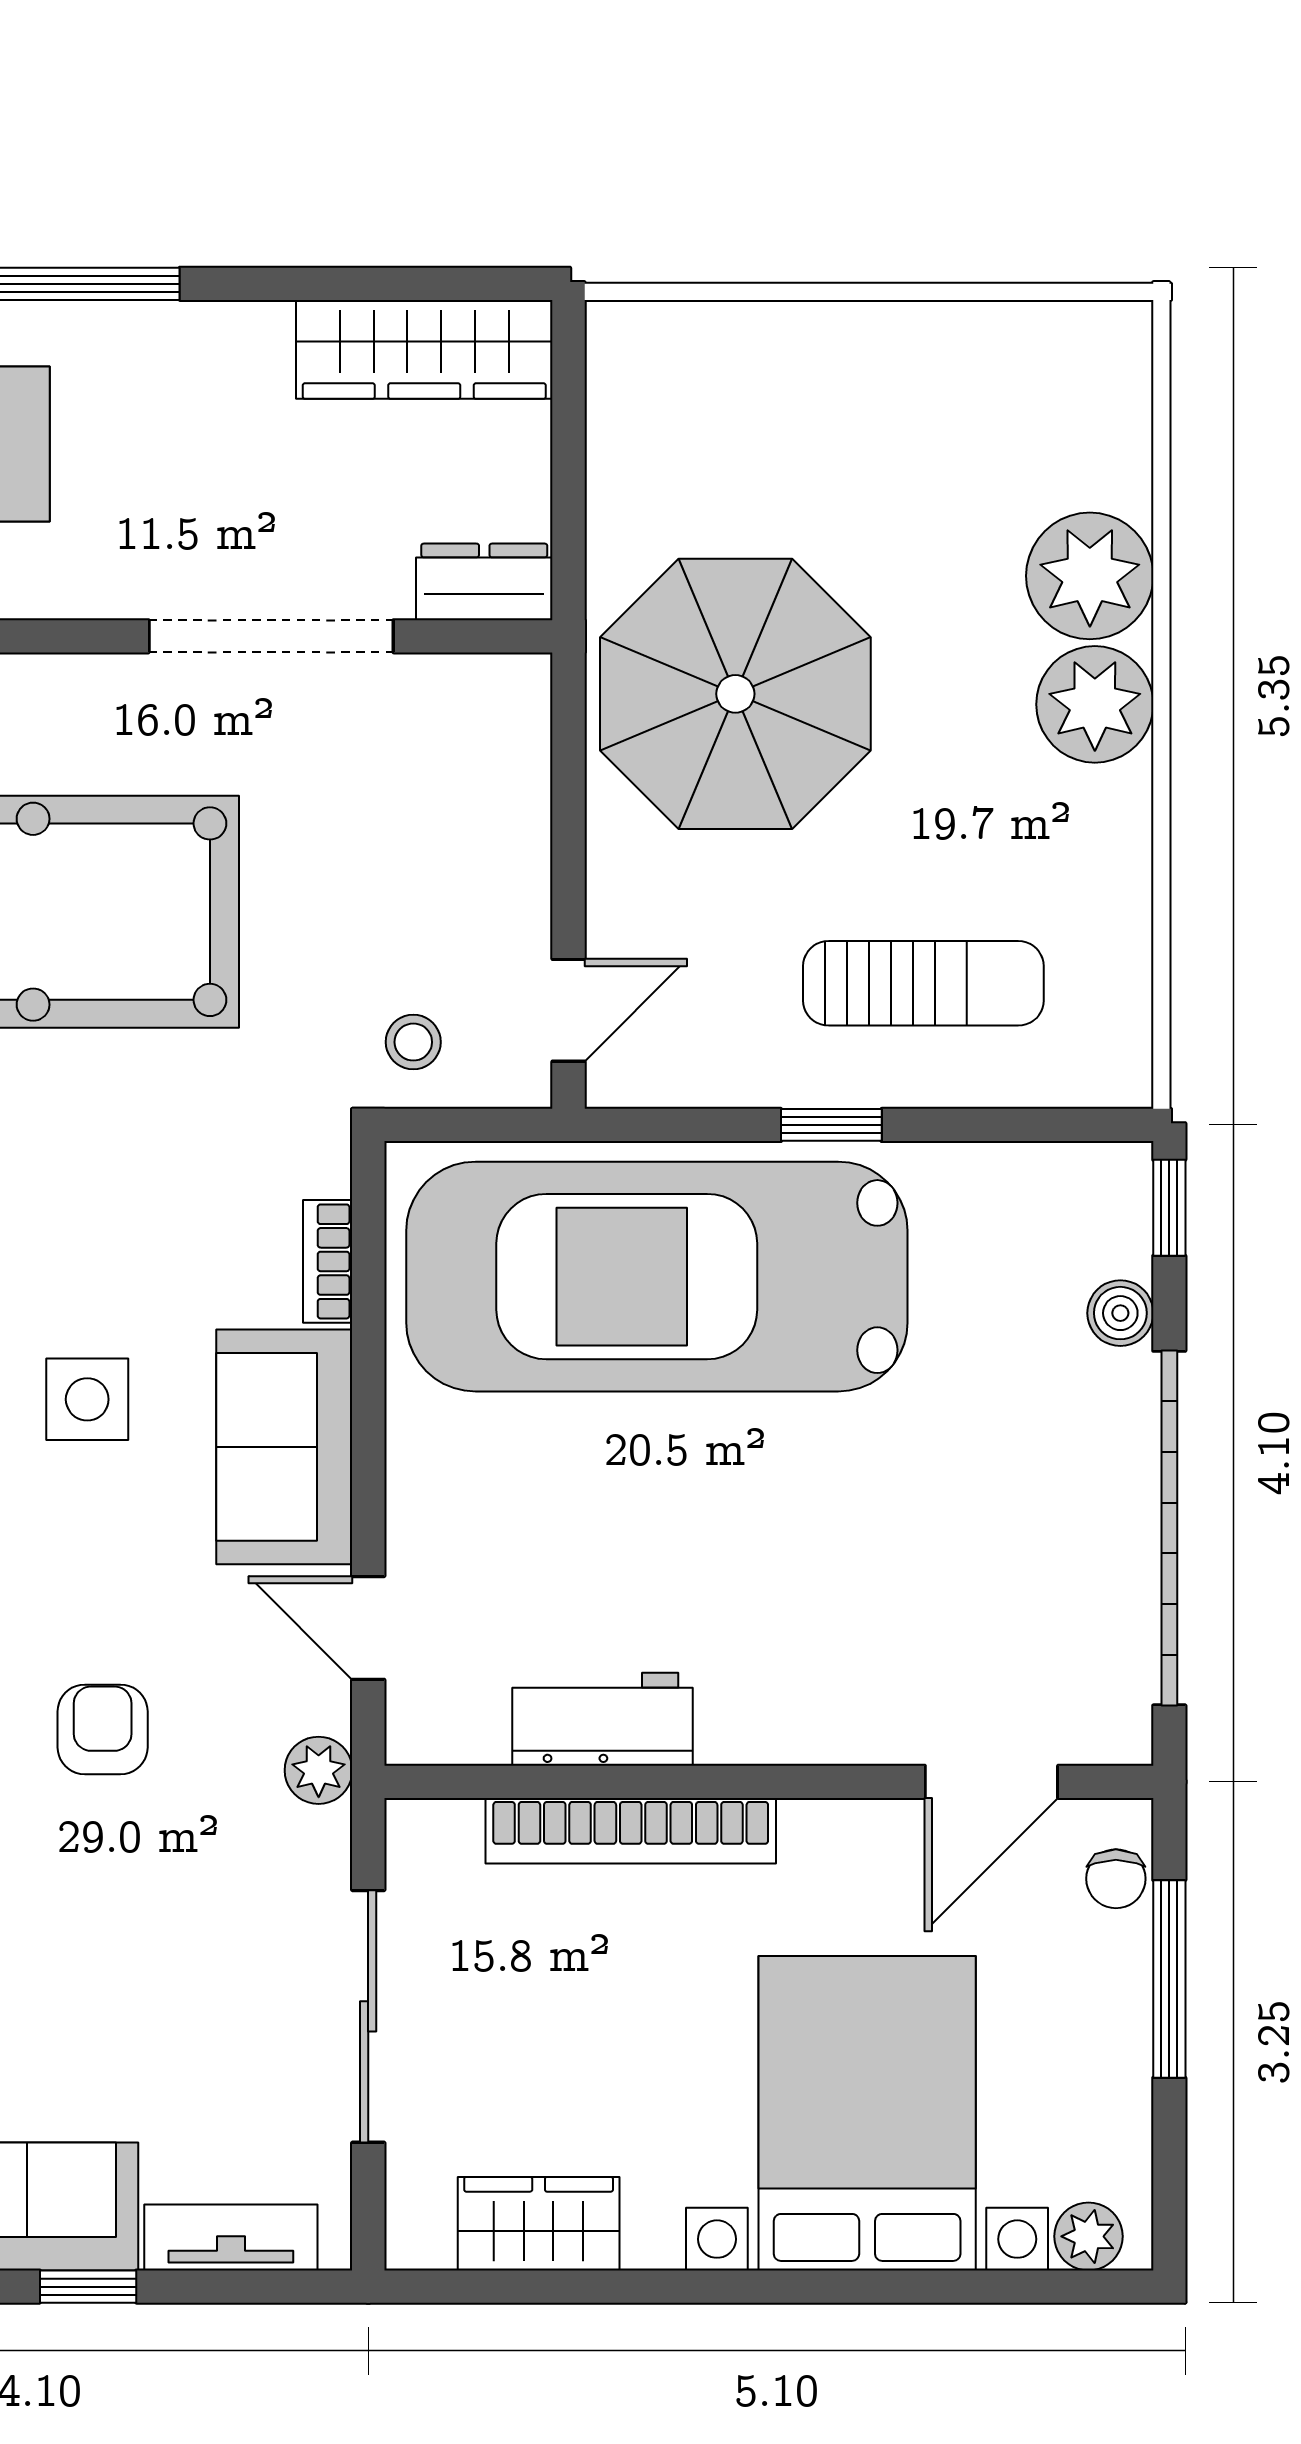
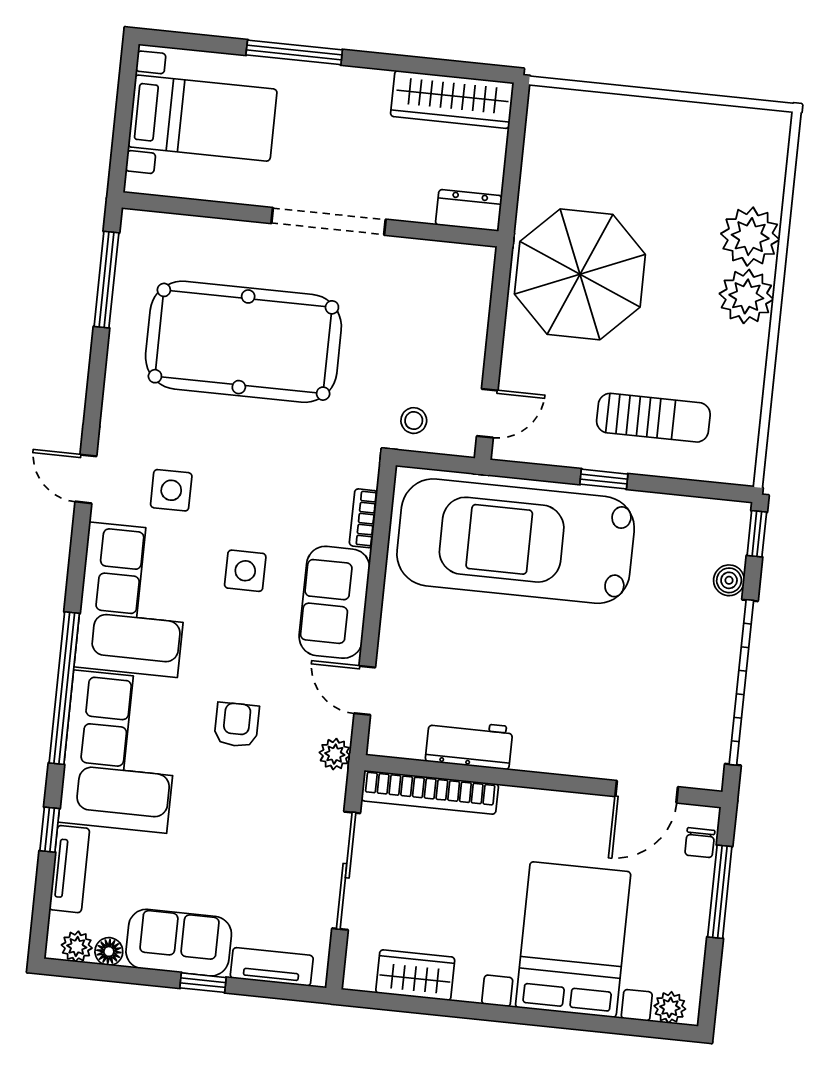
doorway: (271, 636) -> (328, 221), moved
bookcase: (631, 1831) -> (430, 792), moved

